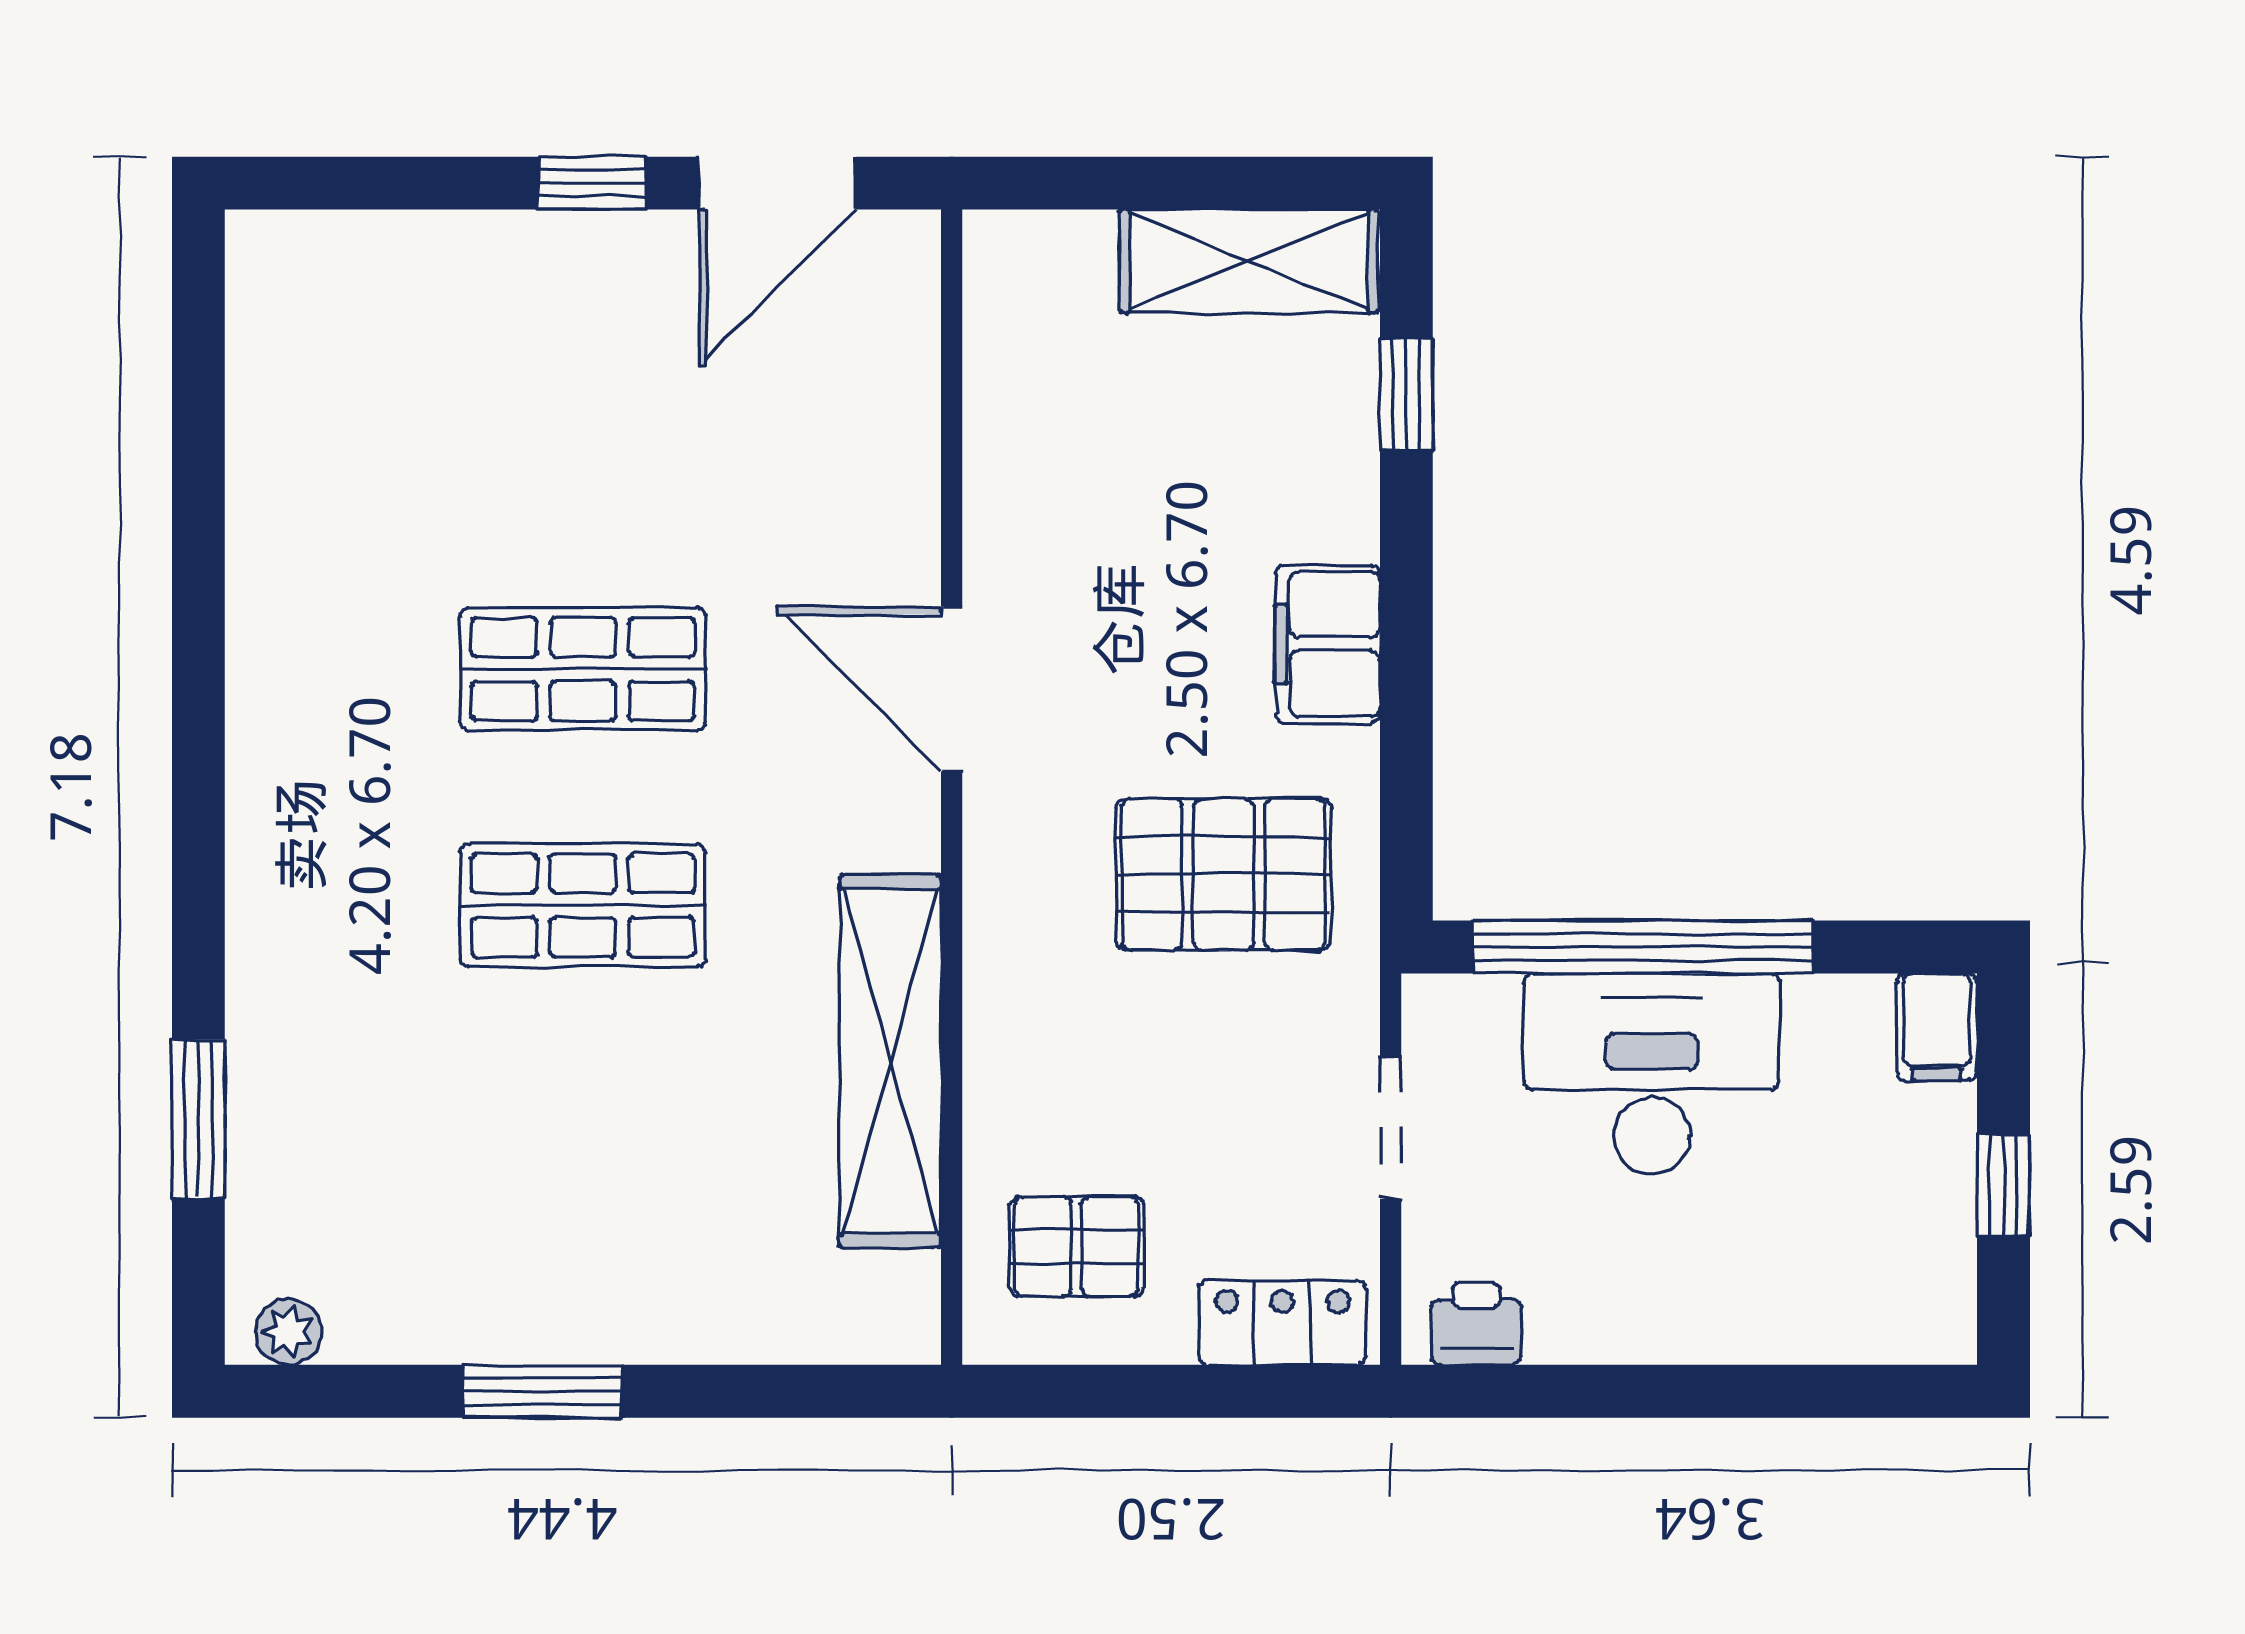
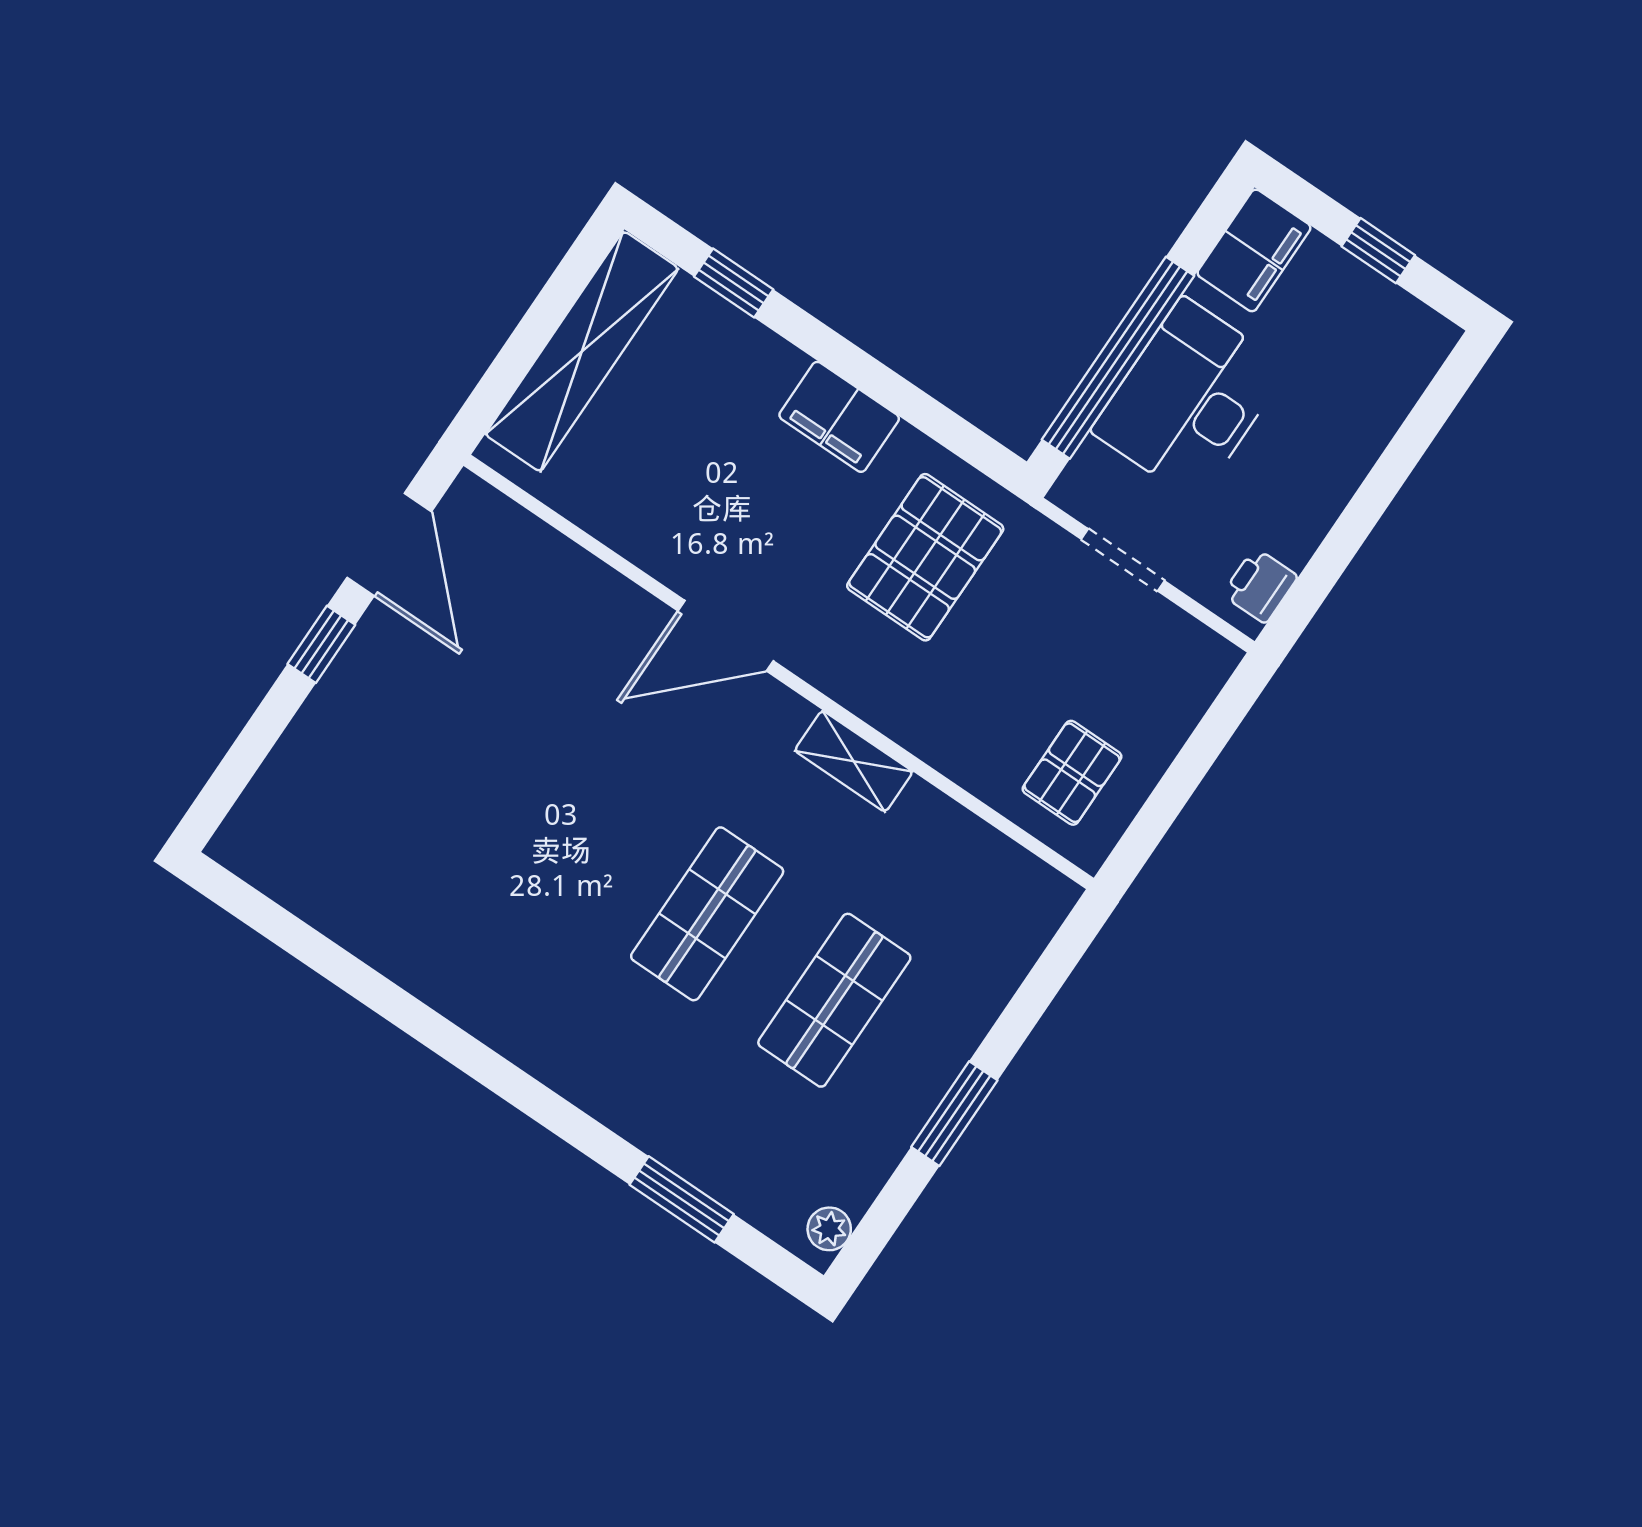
shelving: (1249, 261) -> (582, 351), width x1.47
shop shelf: (583, 669) -> (834, 1000), moved
filing cabinet: (1937, 1027) -> (1254, 250), width x2.00
shelving: (890, 1061) -> (854, 761), width x0.45, depth x0.75
locker: (1282, 1323) -> (1188, 690), removed

